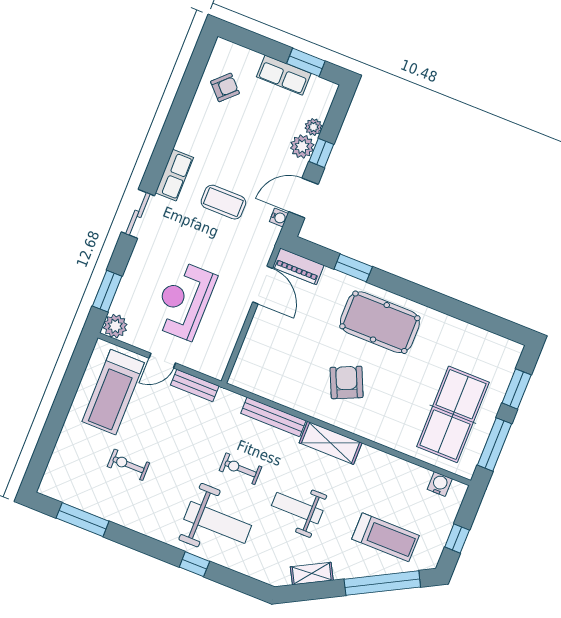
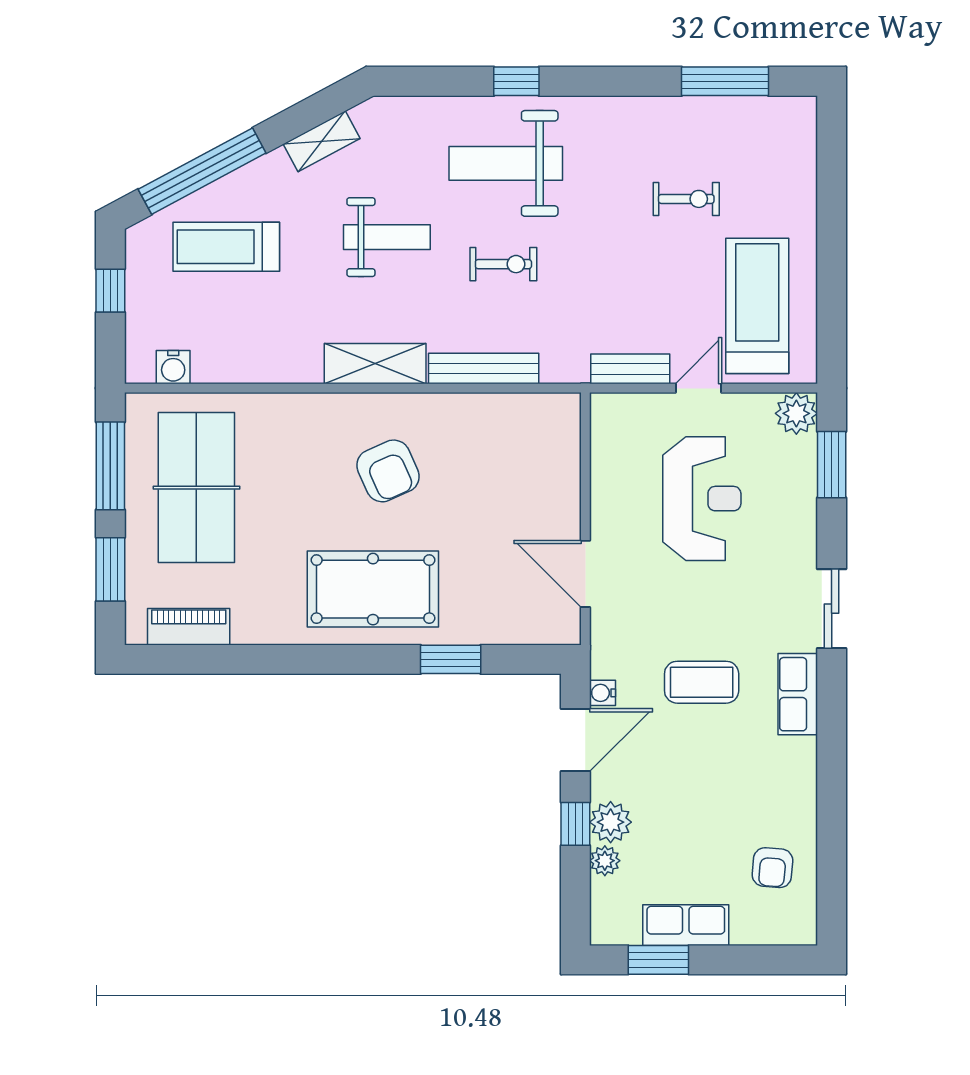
armchair: (225, 87) -> (772, 868), turned -41
piano: (298, 266) -> (189, 627), moved

